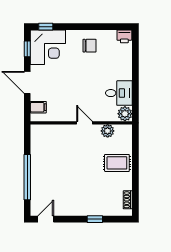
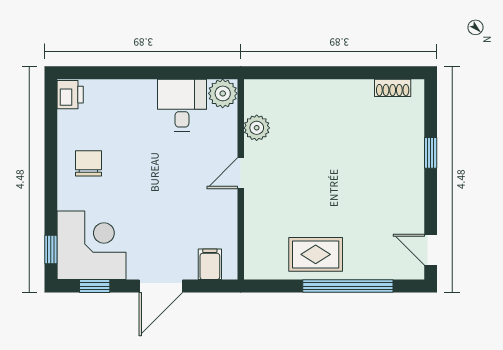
rug: (117, 163) -> (316, 254), moved, turned 90

